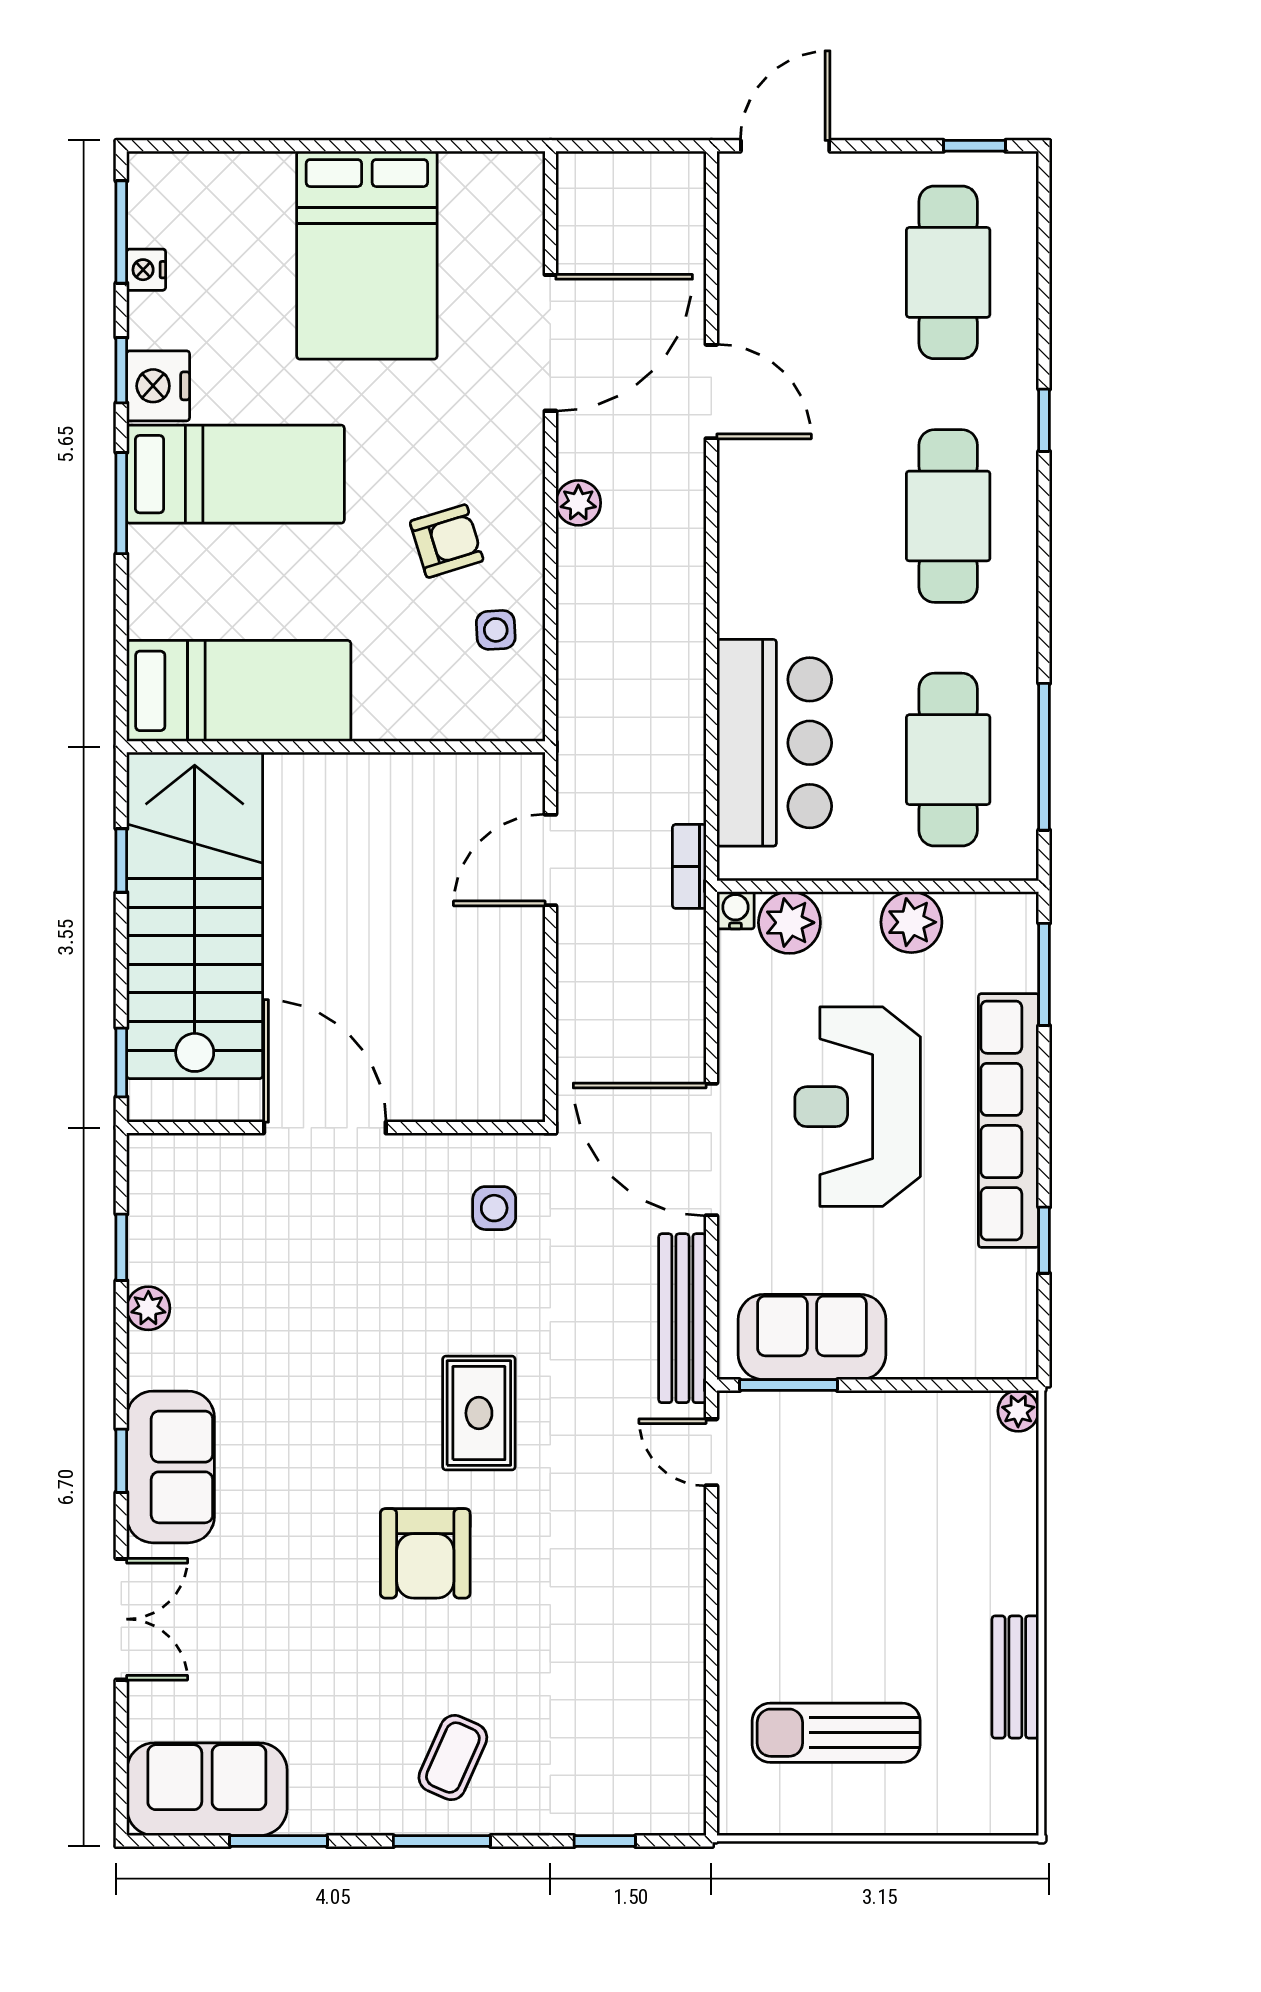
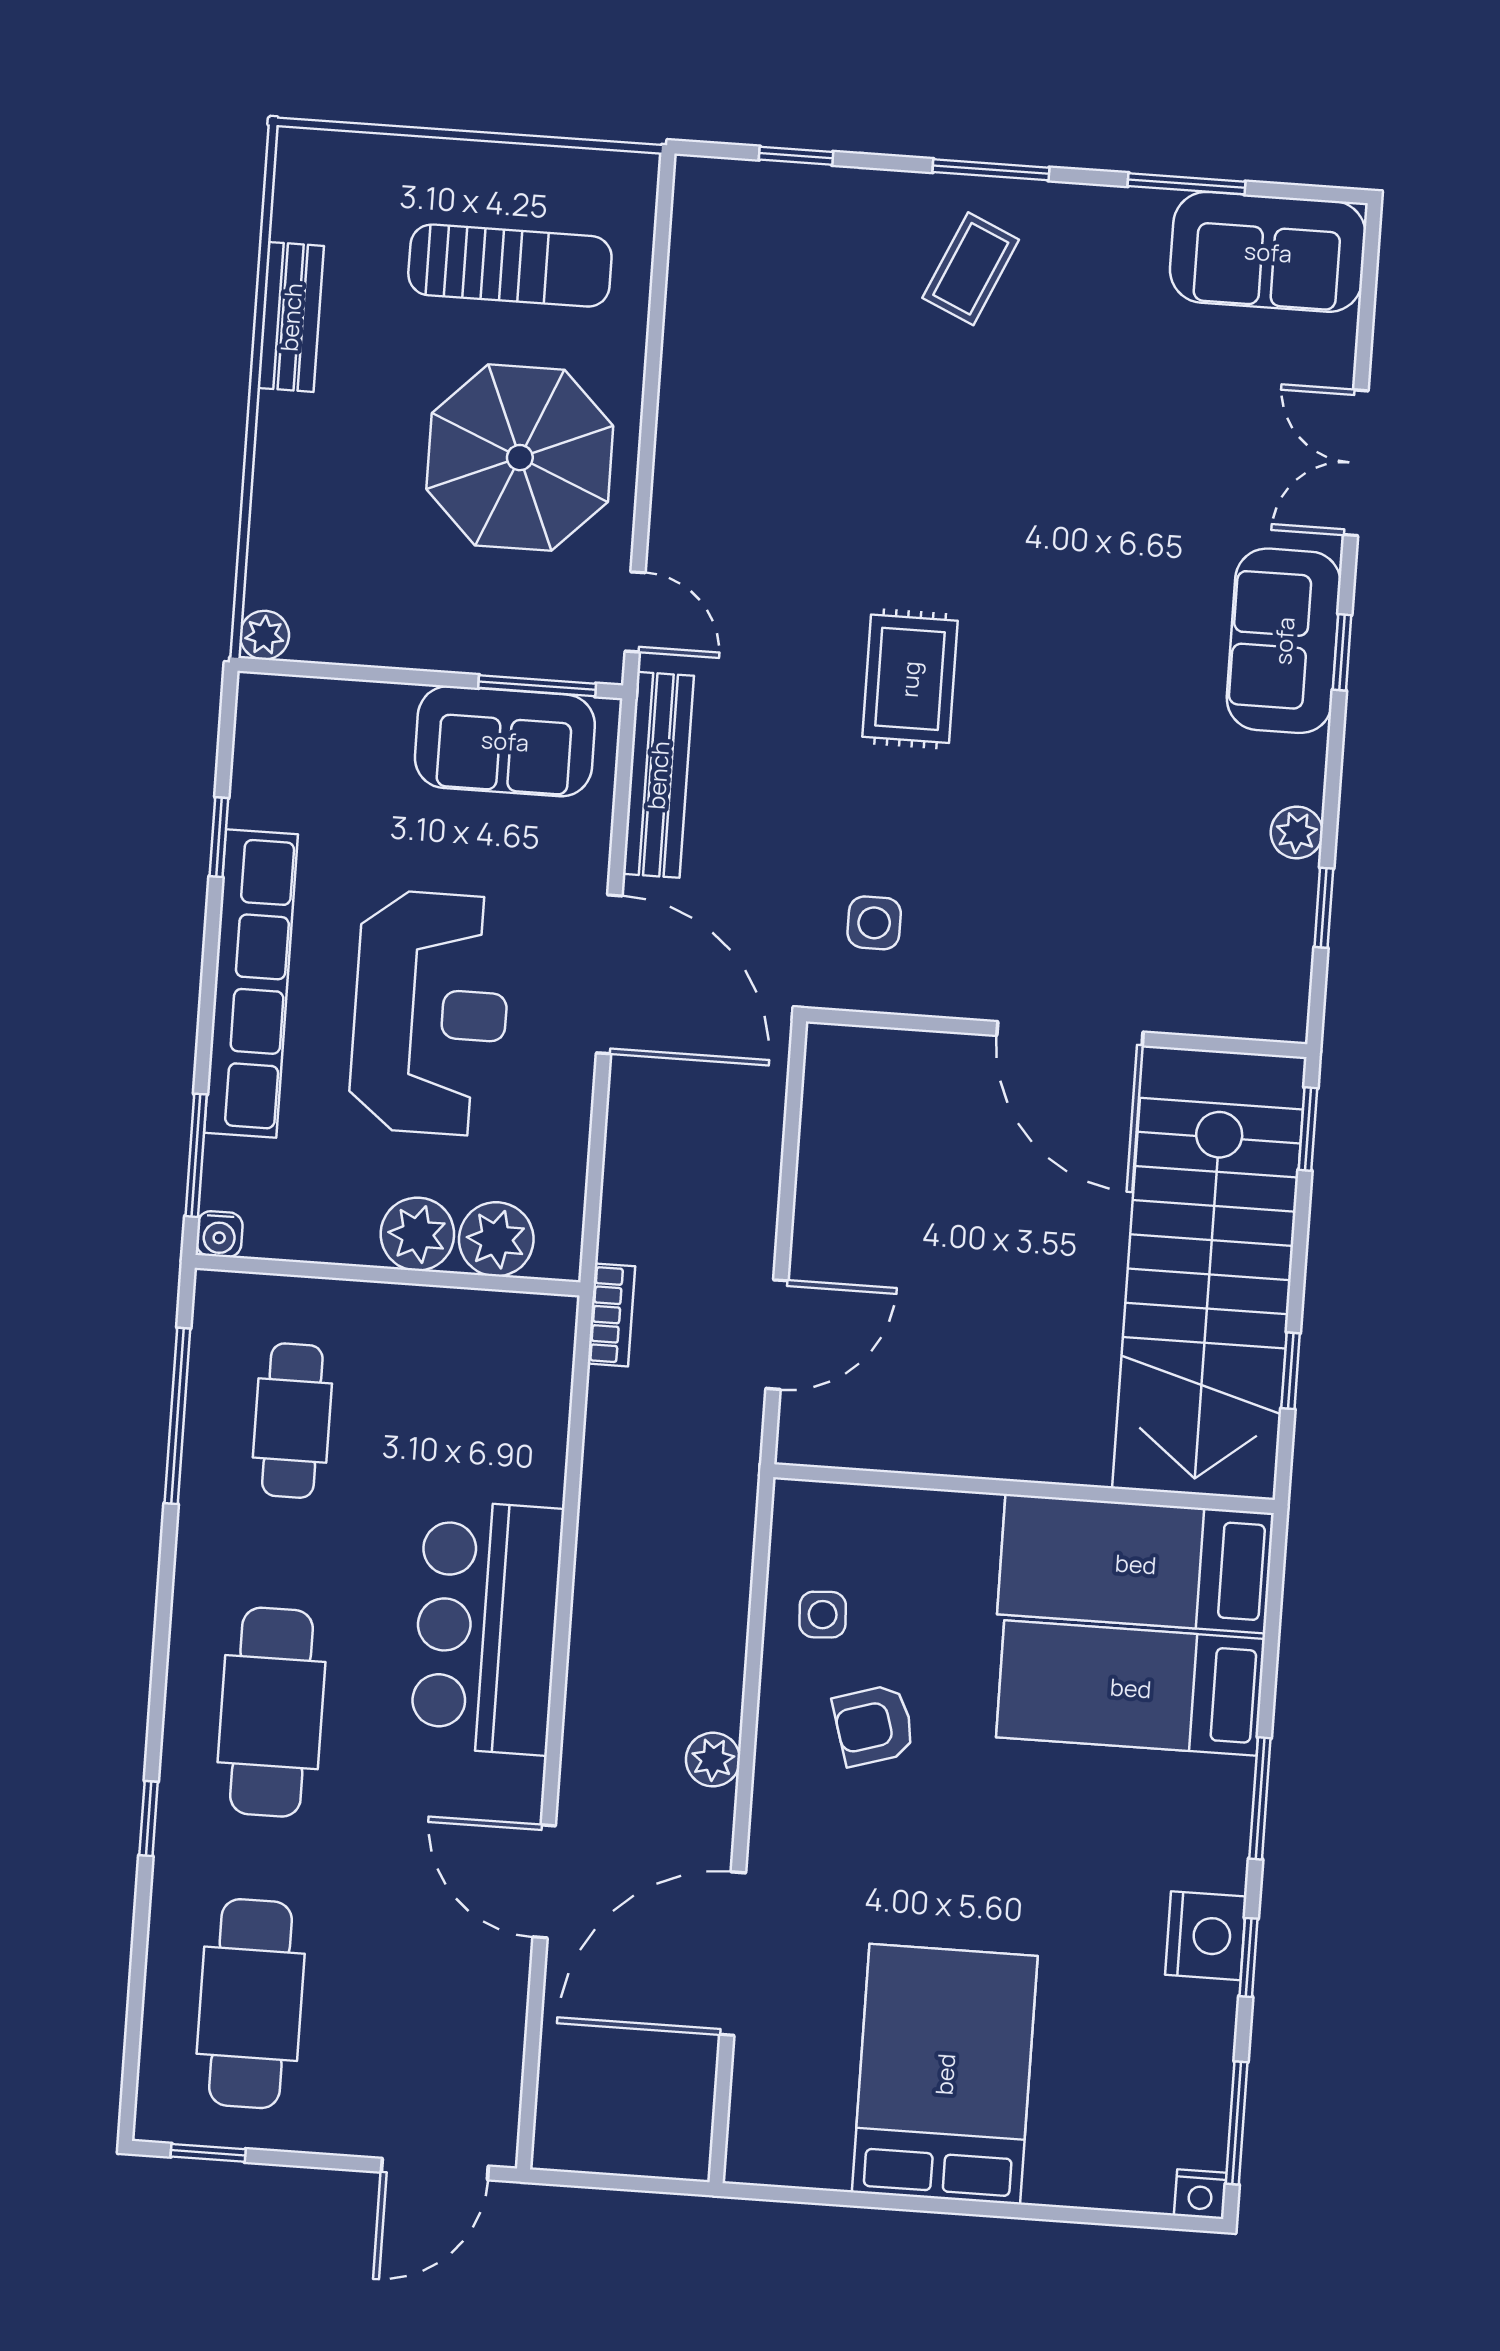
nightstand: (146, 270) -> (1200, 2194), moved, turned 90
bed: (235, 474) -> (1131, 1688), moved
bar counter: (774, 743) -> (487, 1627), moved
cafe table: (948, 760) -> (292, 1421), width x0.73, depth x0.74
water cooler: (735, 910) -> (219, 1234), moved
plant: (911, 922) -> (417, 1234), moved
armchair: (425, 1553) -> (986, 516), removed
parasol: (816, 1574) -> (520, 458), added

